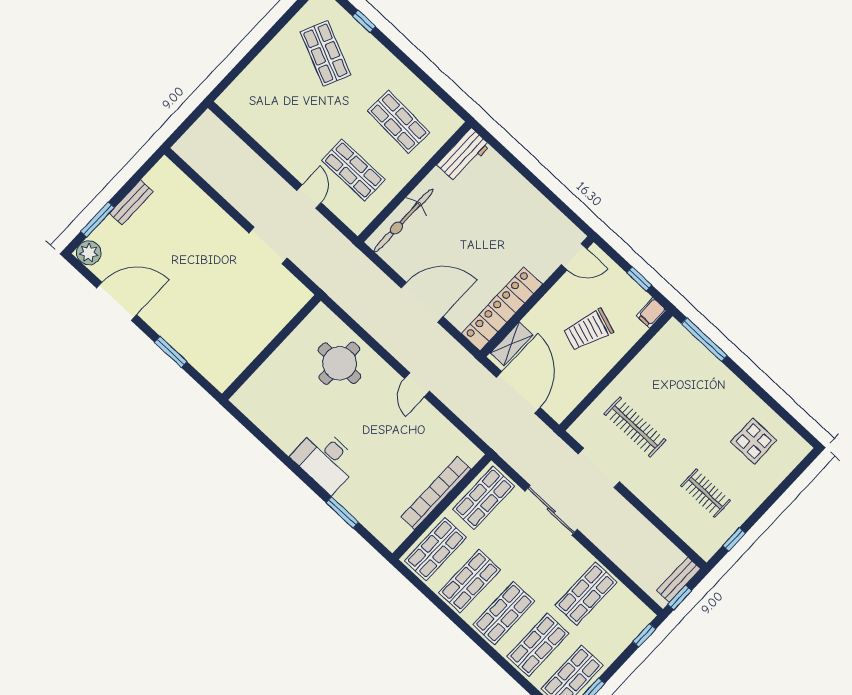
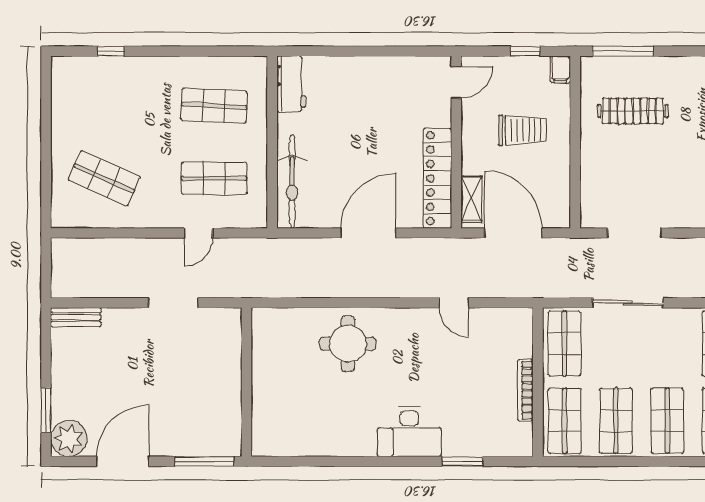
shop shelf: (325, 53) -> (104, 178), moved
door: (309, 197) -> (198, 233), swing flipped
bench: (131, 202) -> (76, 317), moved, turned 90
doorway: (268, 245) -> (173, 303), moved
plant: (89, 253) -> (69, 439), width x1.36, depth x1.36
trolley: (588, 330) -> (523, 130), turned -109
wall: (271, 347) -> (246, 382), moved
window: (171, 352) -> (204, 461), width x1.44
door: (417, 385) -> (454, 303), moved
clothes rail: (635, 427) -> (633, 111), moved
bookcase: (436, 493) -> (525, 390), width x0.68, depth x0.76

